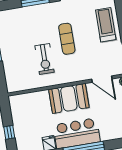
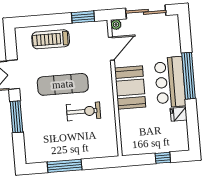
exercise mat: (67, 39) -> (63, 84), width x1.36, depth x1.45

